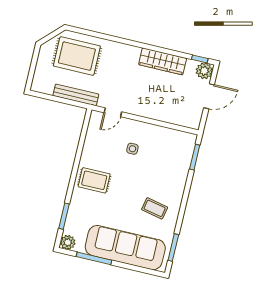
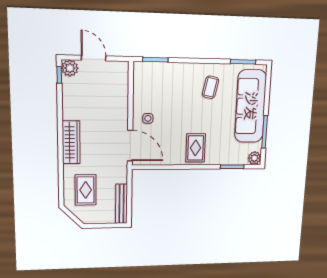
rug: (77, 56) -> (86, 190), width x0.73, depth x0.70
wardrobe: (163, 61) -> (71, 142), moved
bench: (76, 95) -> (121, 204), moved
door: (113, 112) -> (130, 146), width x1.87
side table: (132, 149) -> (148, 118), moved

